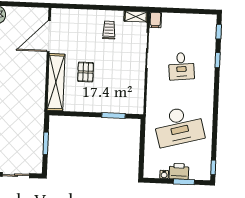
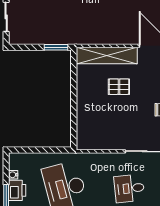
window: (114, 115) -> (74, 118), removed
window: (46, 143) -> (56, 47), moved

